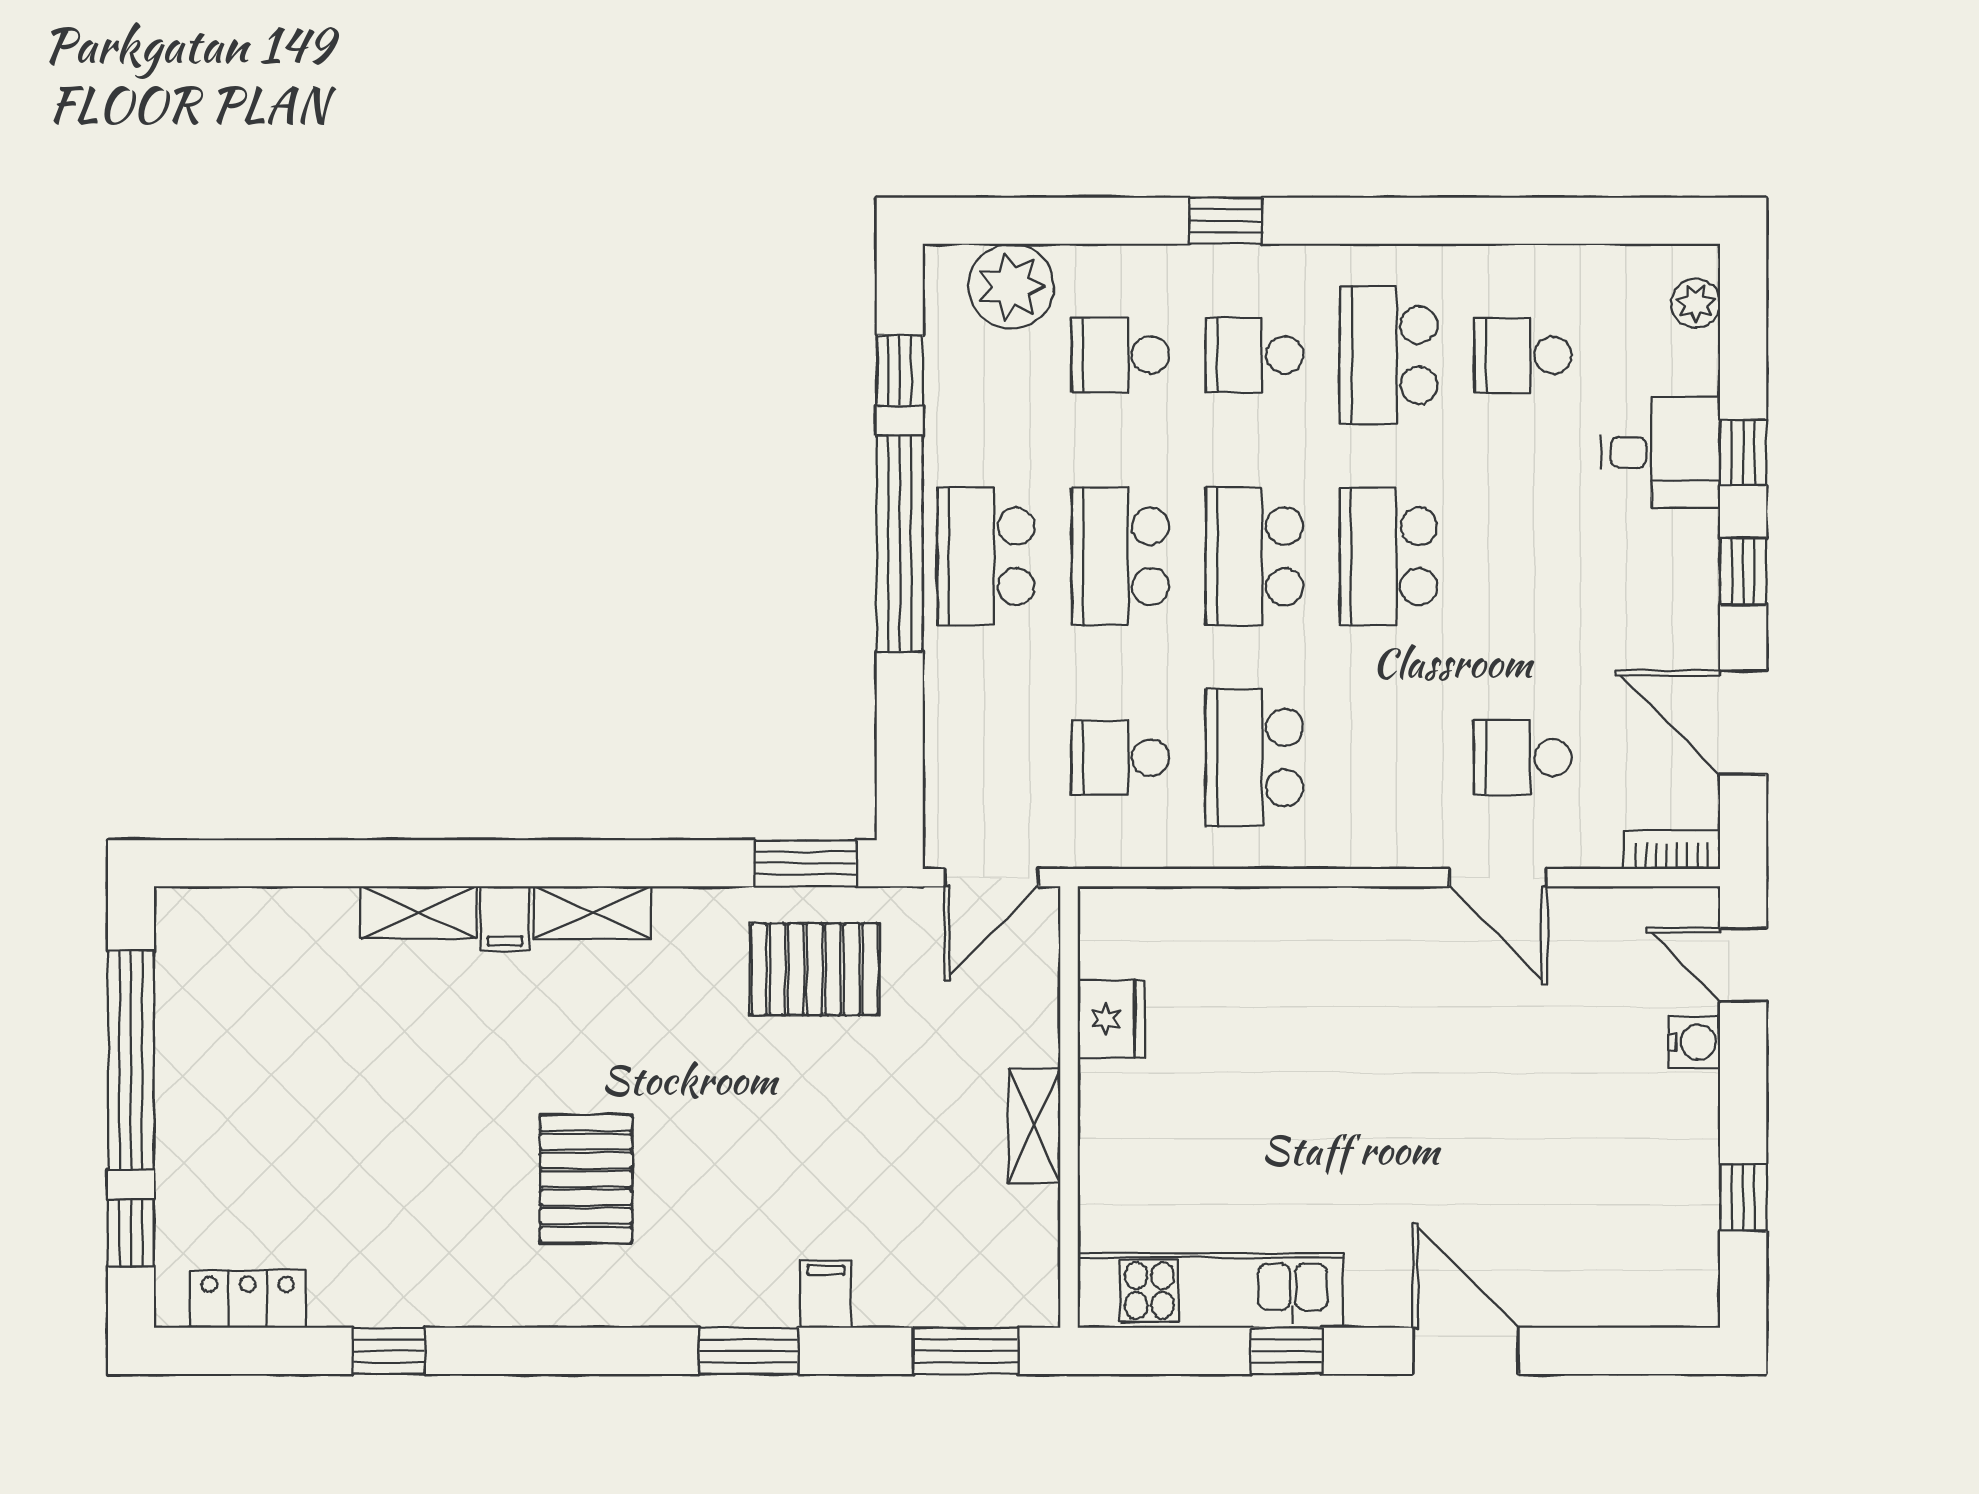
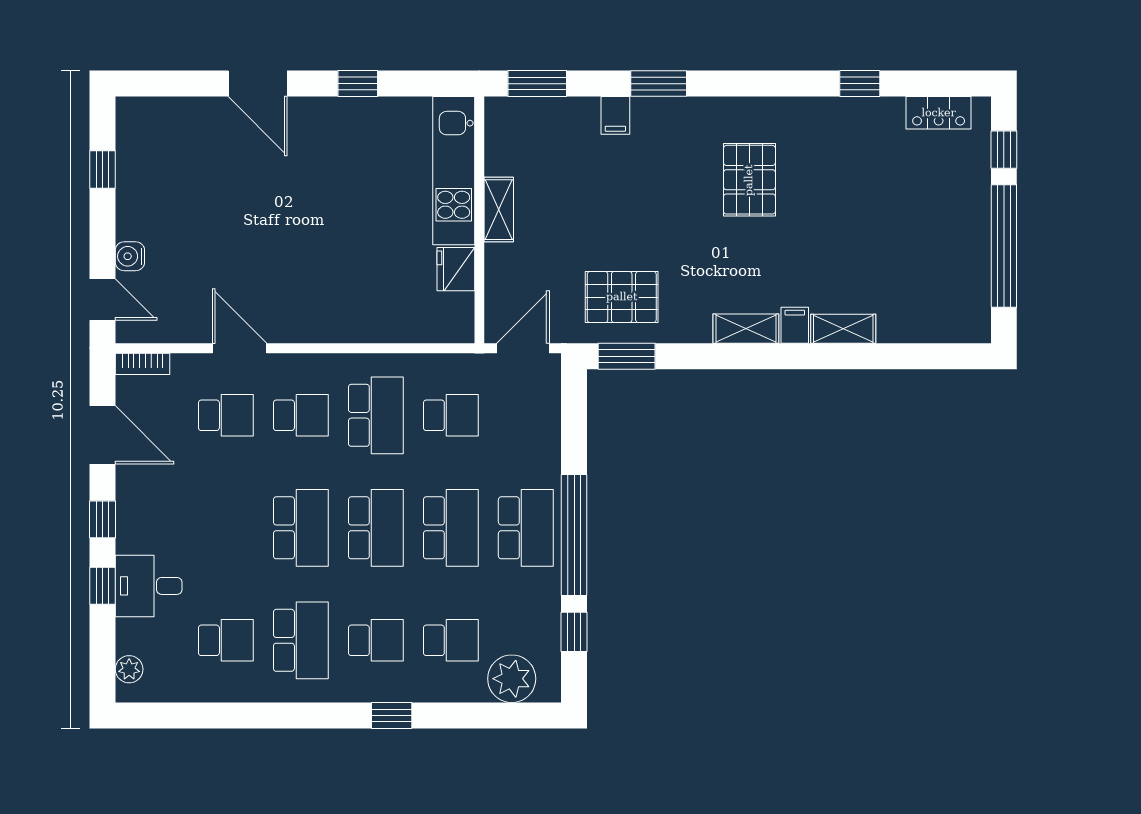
school desk: (1388, 758) -> (301, 415), added
kitchen unit: (1210, 1291) -> (454, 171), moved, turned 90

